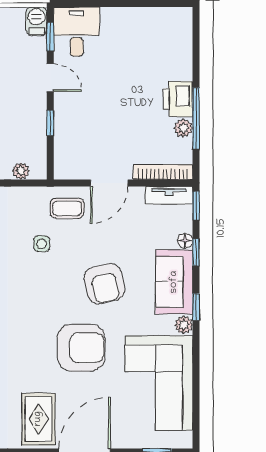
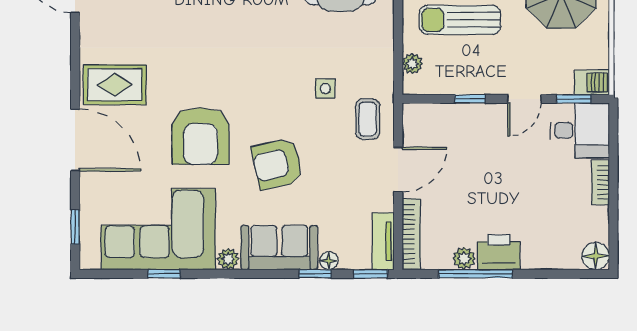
bookcase: (120, 14) -> (600, 182), added
floor lamp: (181, 18) -> (596, 256), added
door: (109, 183) -> (398, 170), swing flipped
window: (196, 307) -> (164, 274), moved

